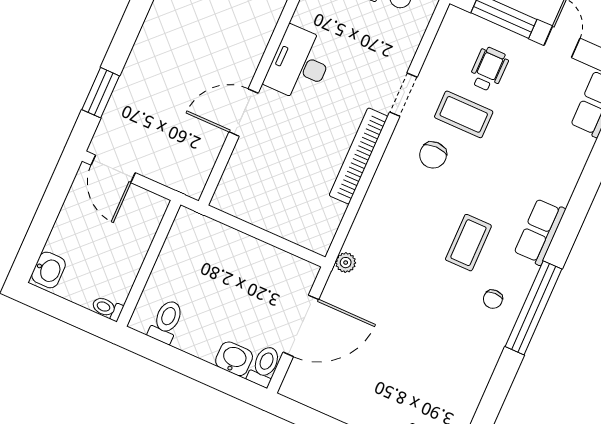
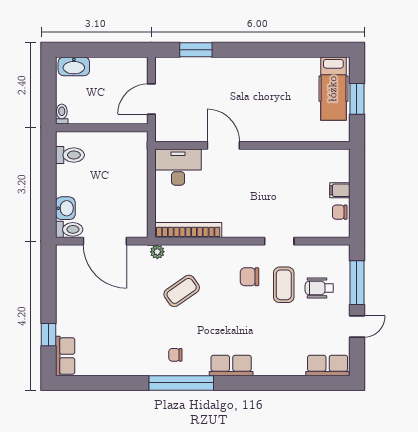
desk: (300, 64) -> (178, 167), moved
wheelchair: (489, 69) -> (319, 288), turned 180
bookcase: (358, 156) -> (188, 230), moved
door: (113, 169) -> (151, 99), moved
coffee table: (468, 243) -> (182, 291), moved, turned -35
washbasin: (49, 270) -> (74, 66), width x1.38

